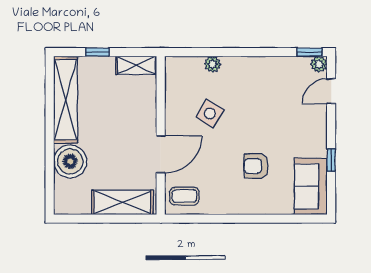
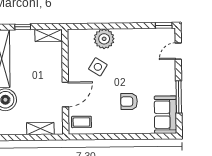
plant: (213, 64) -> (104, 39), width x1.87, depth x1.87
plant: (319, 64) -> (170, 33), removed
window: (331, 160) -> (179, 97), width x2.17
shelving: (122, 202) -> (40, 129), width x0.67, depth x0.75

